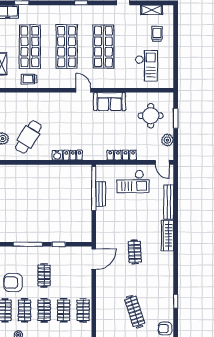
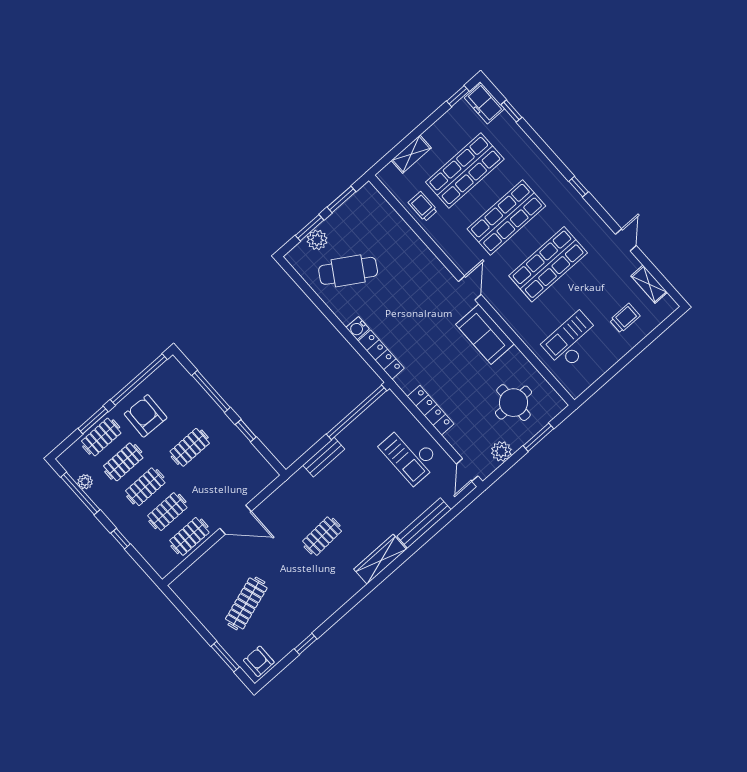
checkout: (146, 66) -> (572, 341), turned 180
locker: (73, 155) -> (381, 355), width x1.53
bench: (101, 194) -> (324, 457), moved
door: (94, 259) -> (235, 520), moved

